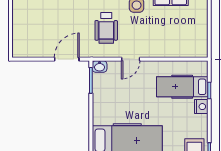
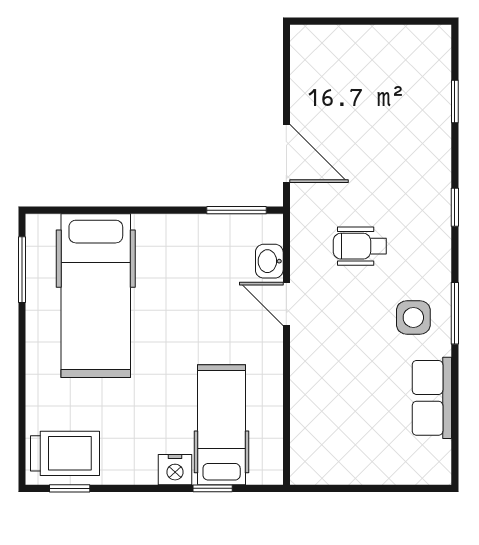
wheelchair: (106, 28) -> (360, 246), width x0.73, depth x0.73
washbasin: (100, 66) -> (269, 261), moved

